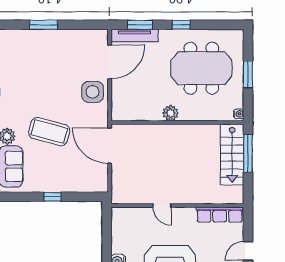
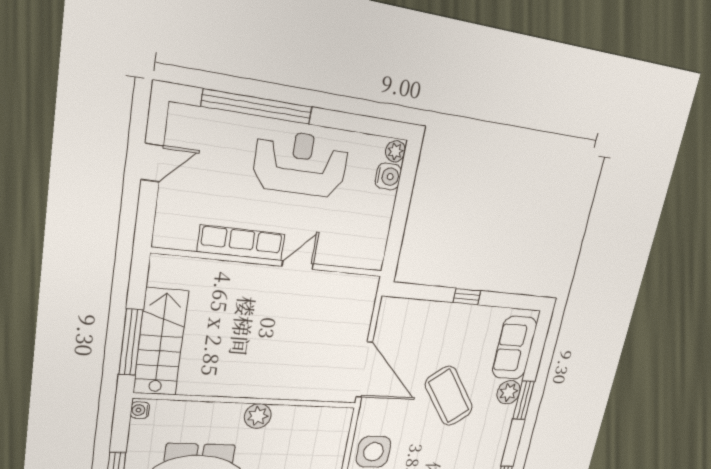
coffee table: (49, 132) -> (449, 396), turned 38
door: (162, 205) -> (298, 265), hinge flipped
row of seats: (220, 215) -> (241, 243), moved

